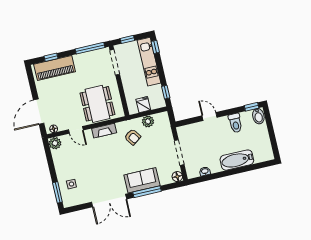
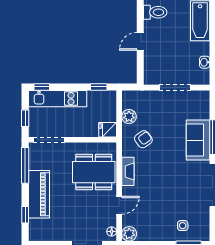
piano: (55, 68) -> (39, 194), moved
fridge: (143, 105) -> (108, 130), moved
floor lamp: (177, 177) -> (203, 97), removed

